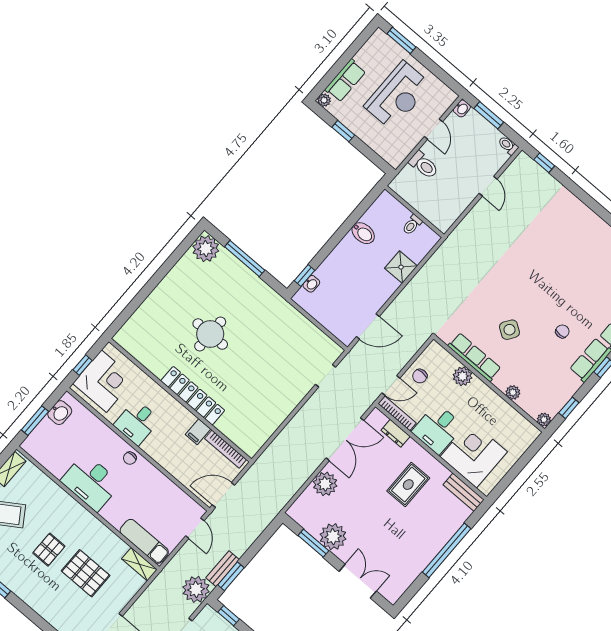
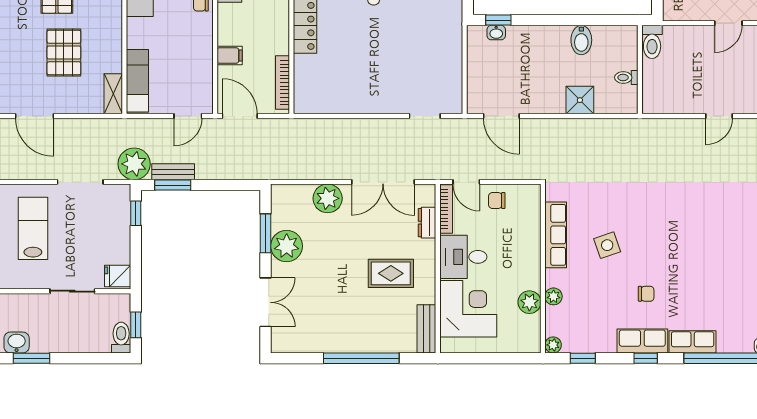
toilet: (424, 165) -> (652, 42), moved
side table: (509, 330) -> (607, 245), turned 37
plant: (463, 376) -> (529, 302), moved
filing cabinet: (198, 432) -> (230, 56), moved, turned 180

